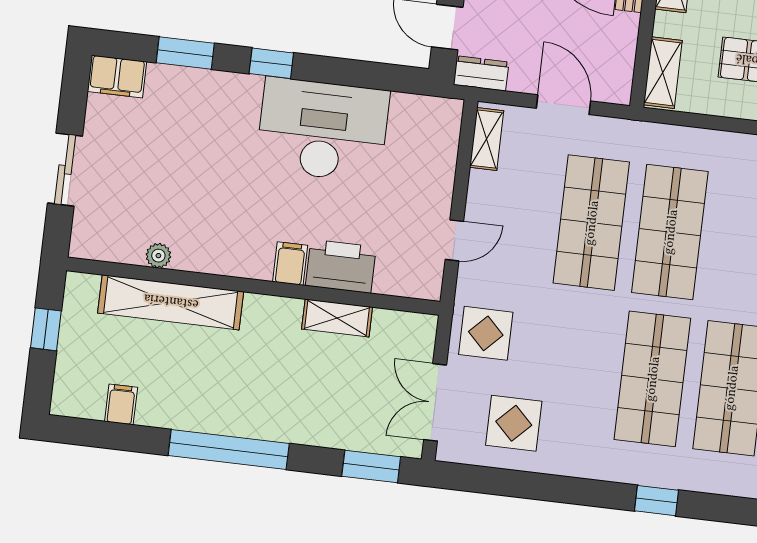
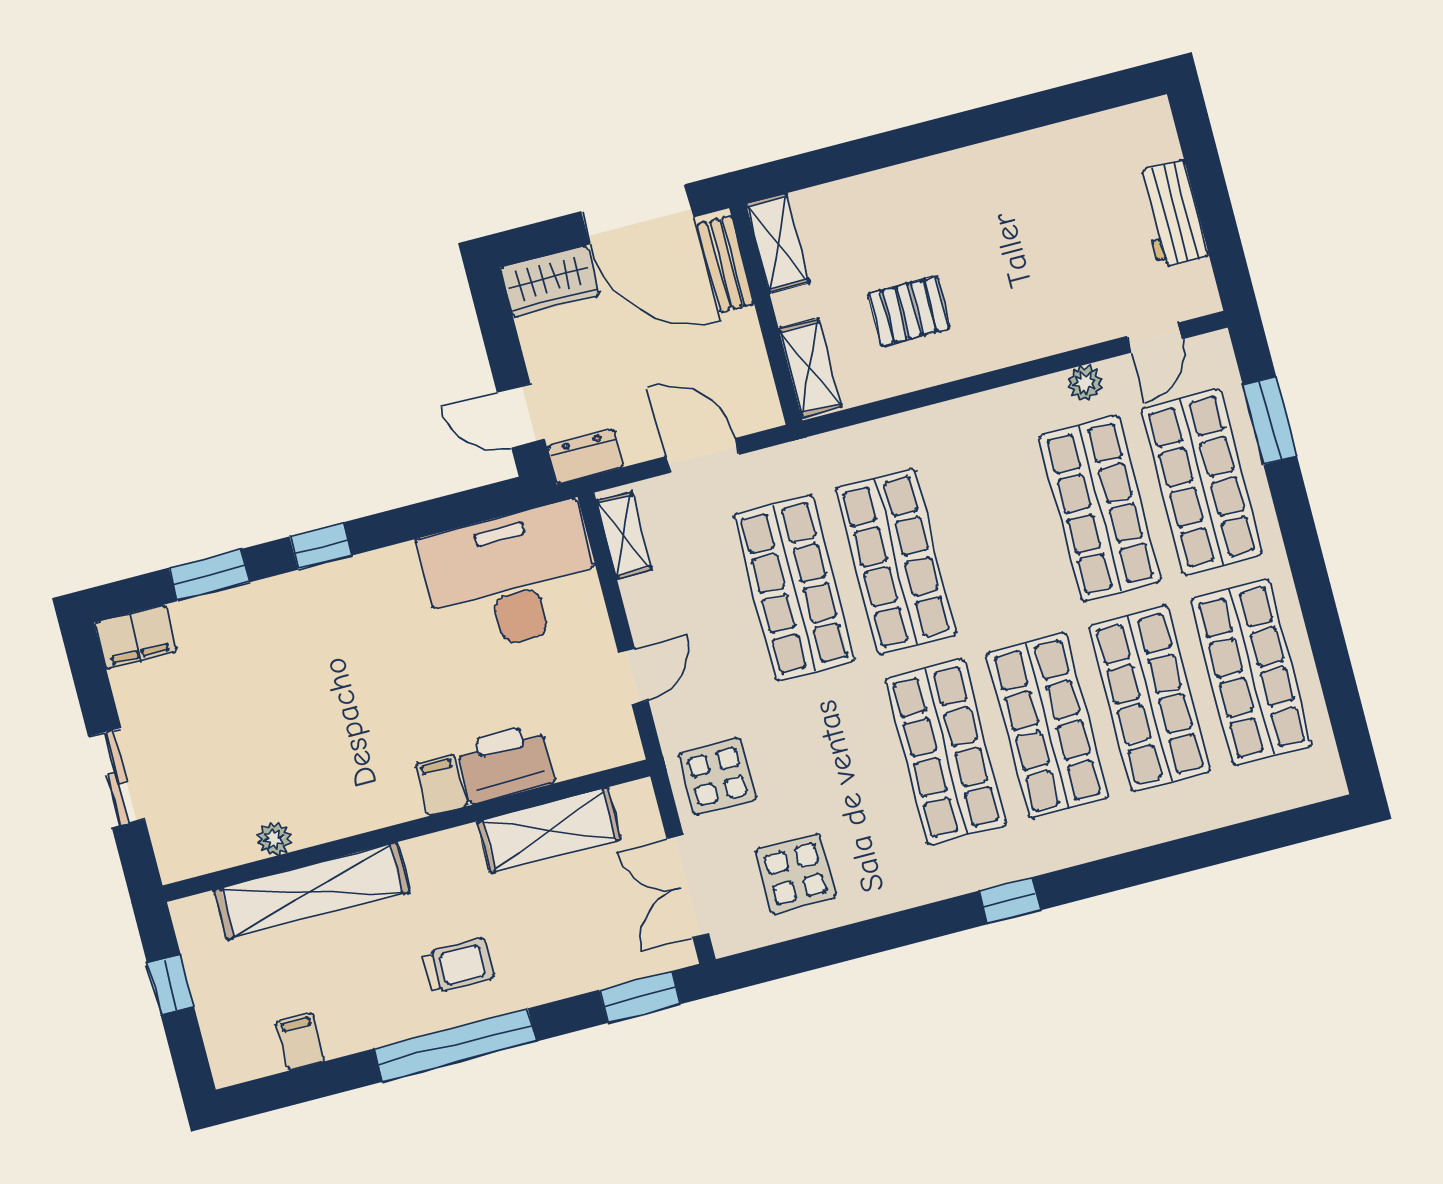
desk: (323, 130) -> (511, 579), moved
shelving: (337, 318) -> (549, 830), width x1.50, depth x1.33
trolley: (252, 395) -> (458, 966), added

